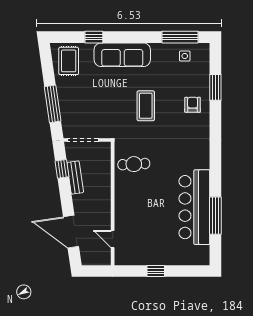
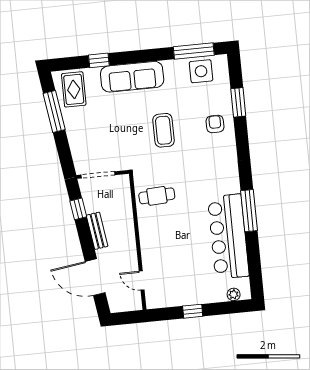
side table: (185, 56) -> (201, 71), width x1.87, depth x1.87
window: (53, 104) -> (54, 111), moved
bench: (75, 178) -> (97, 231), moved
window: (215, 216) -> (249, 211), moved
plant: (194, 260) -> (234, 294), added

